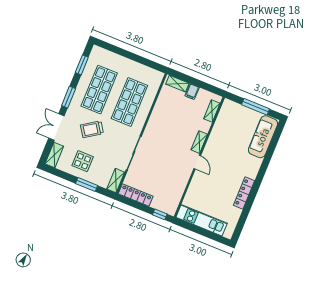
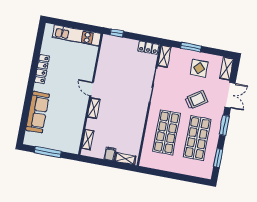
sofa: (263, 137) -> (38, 112), moved
locker: (136, 195) -> (148, 48), width x0.66

